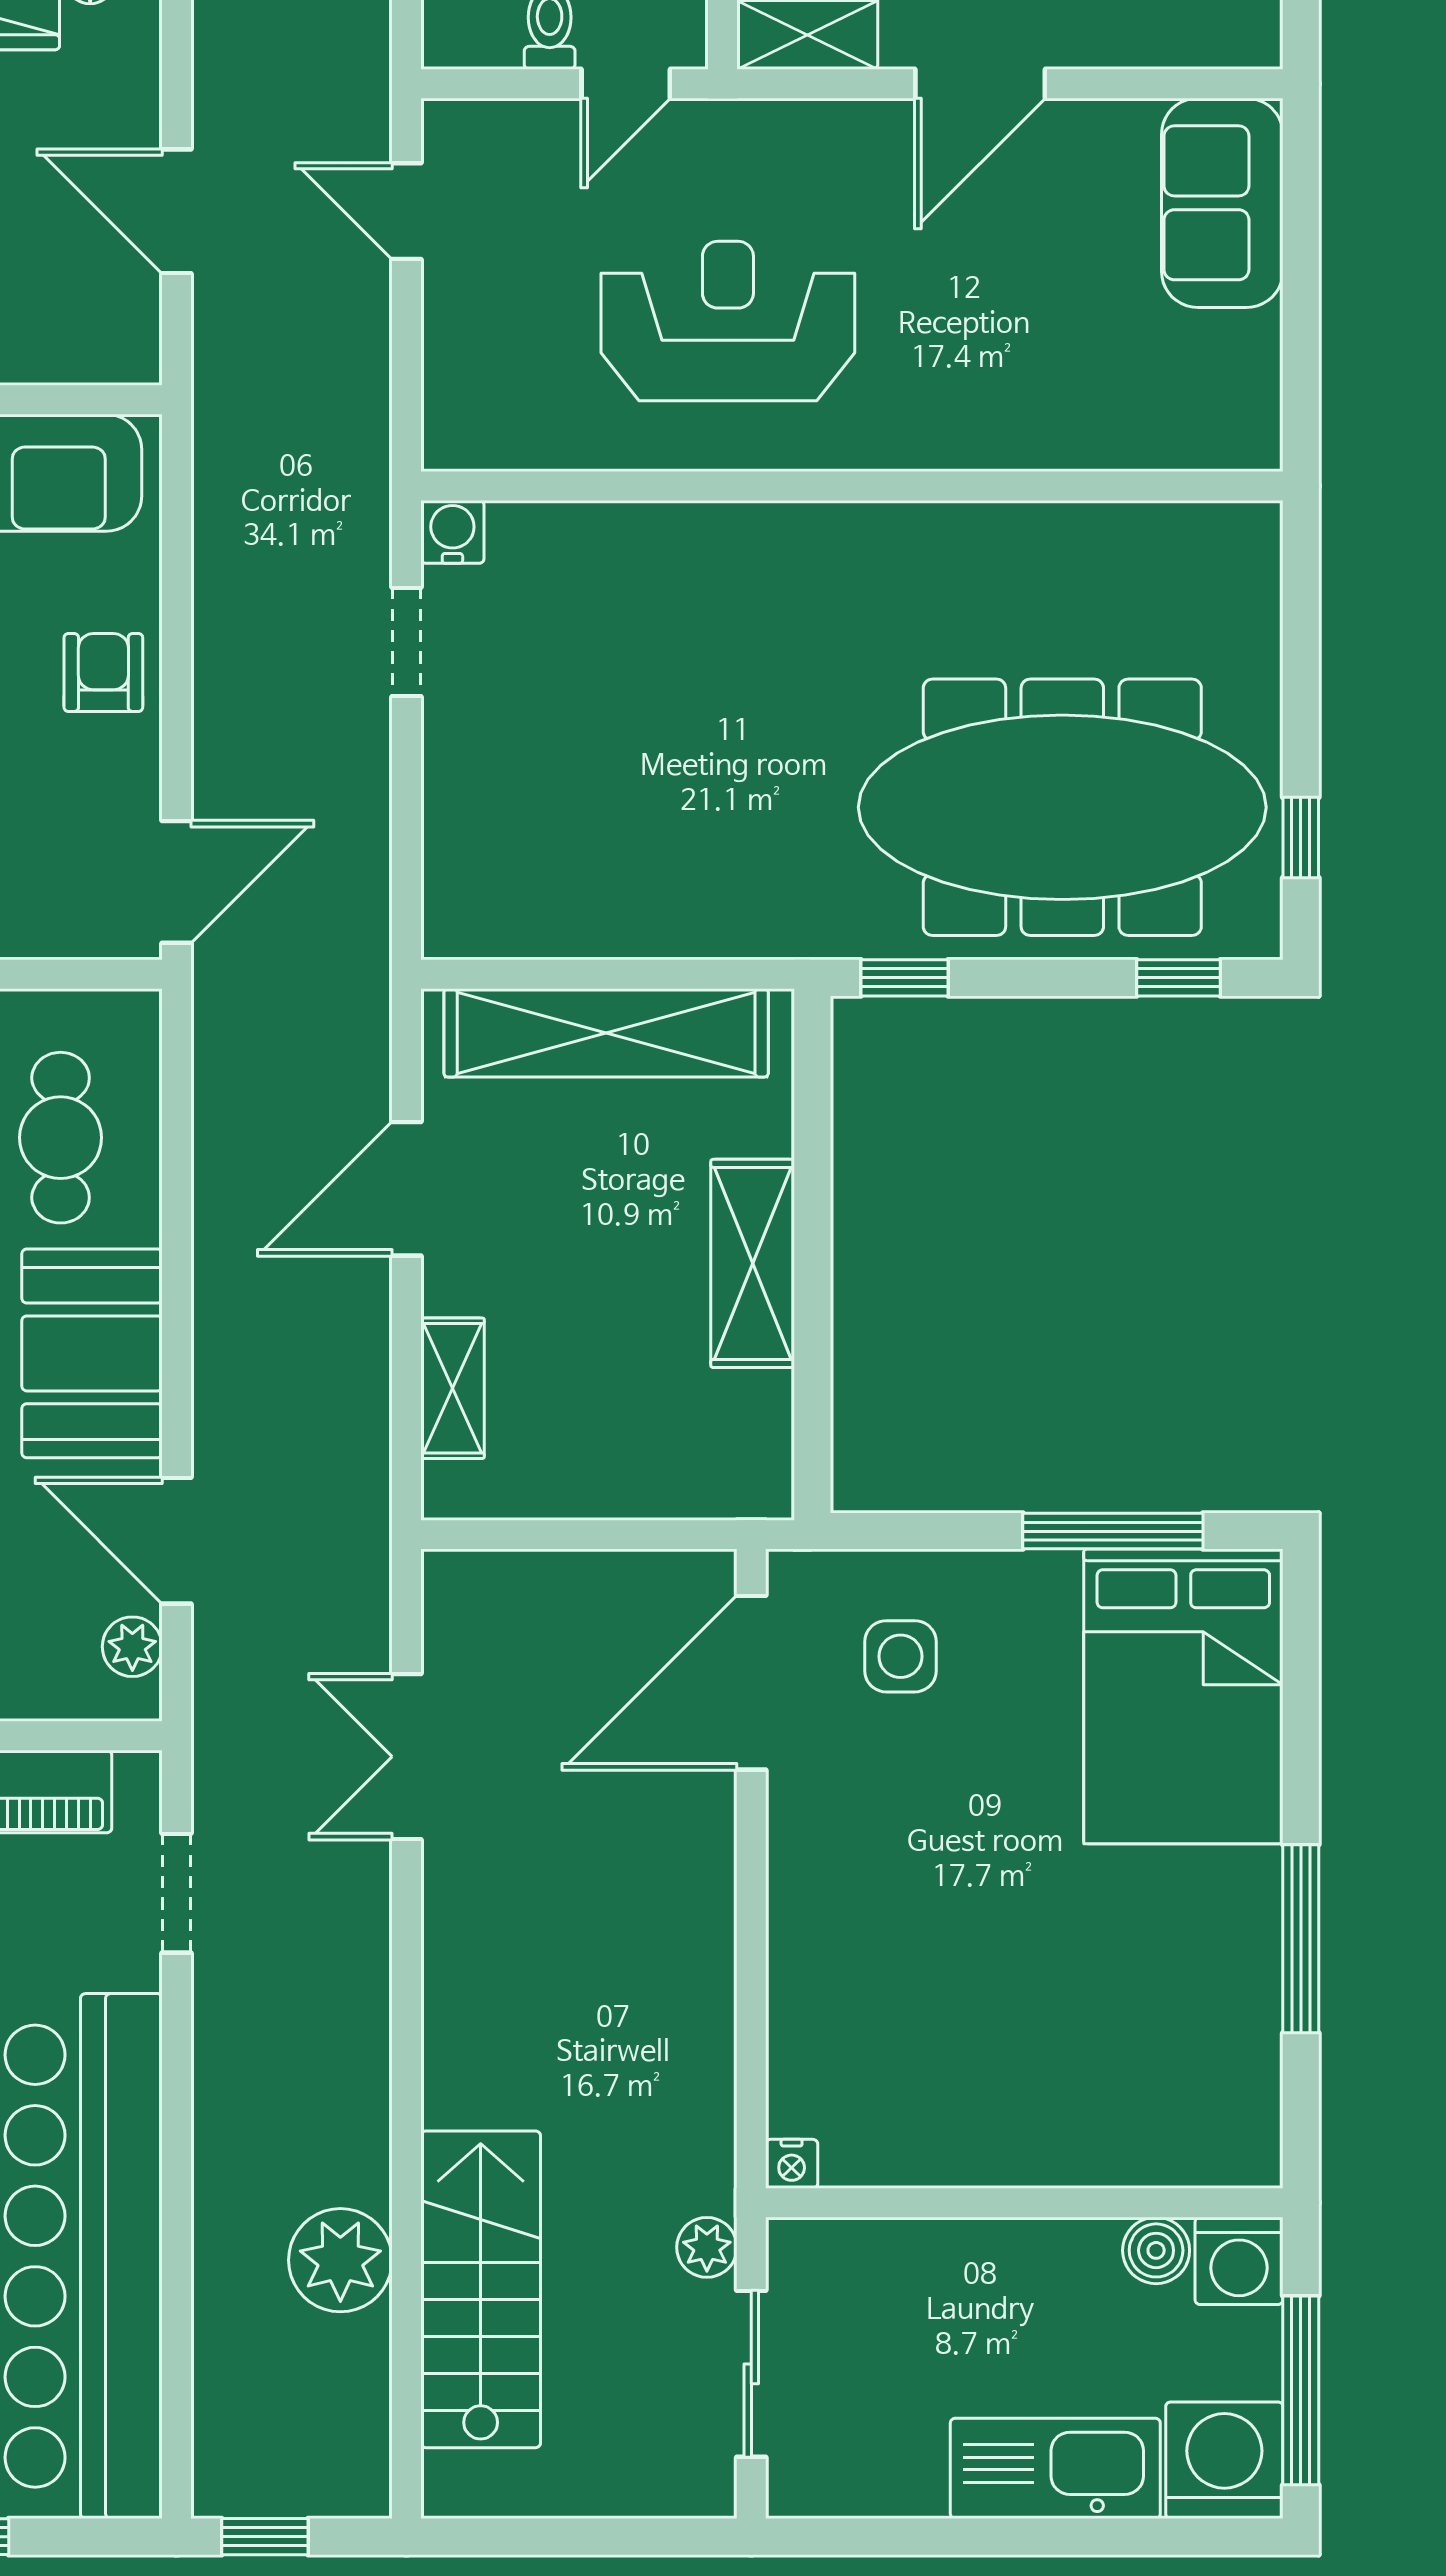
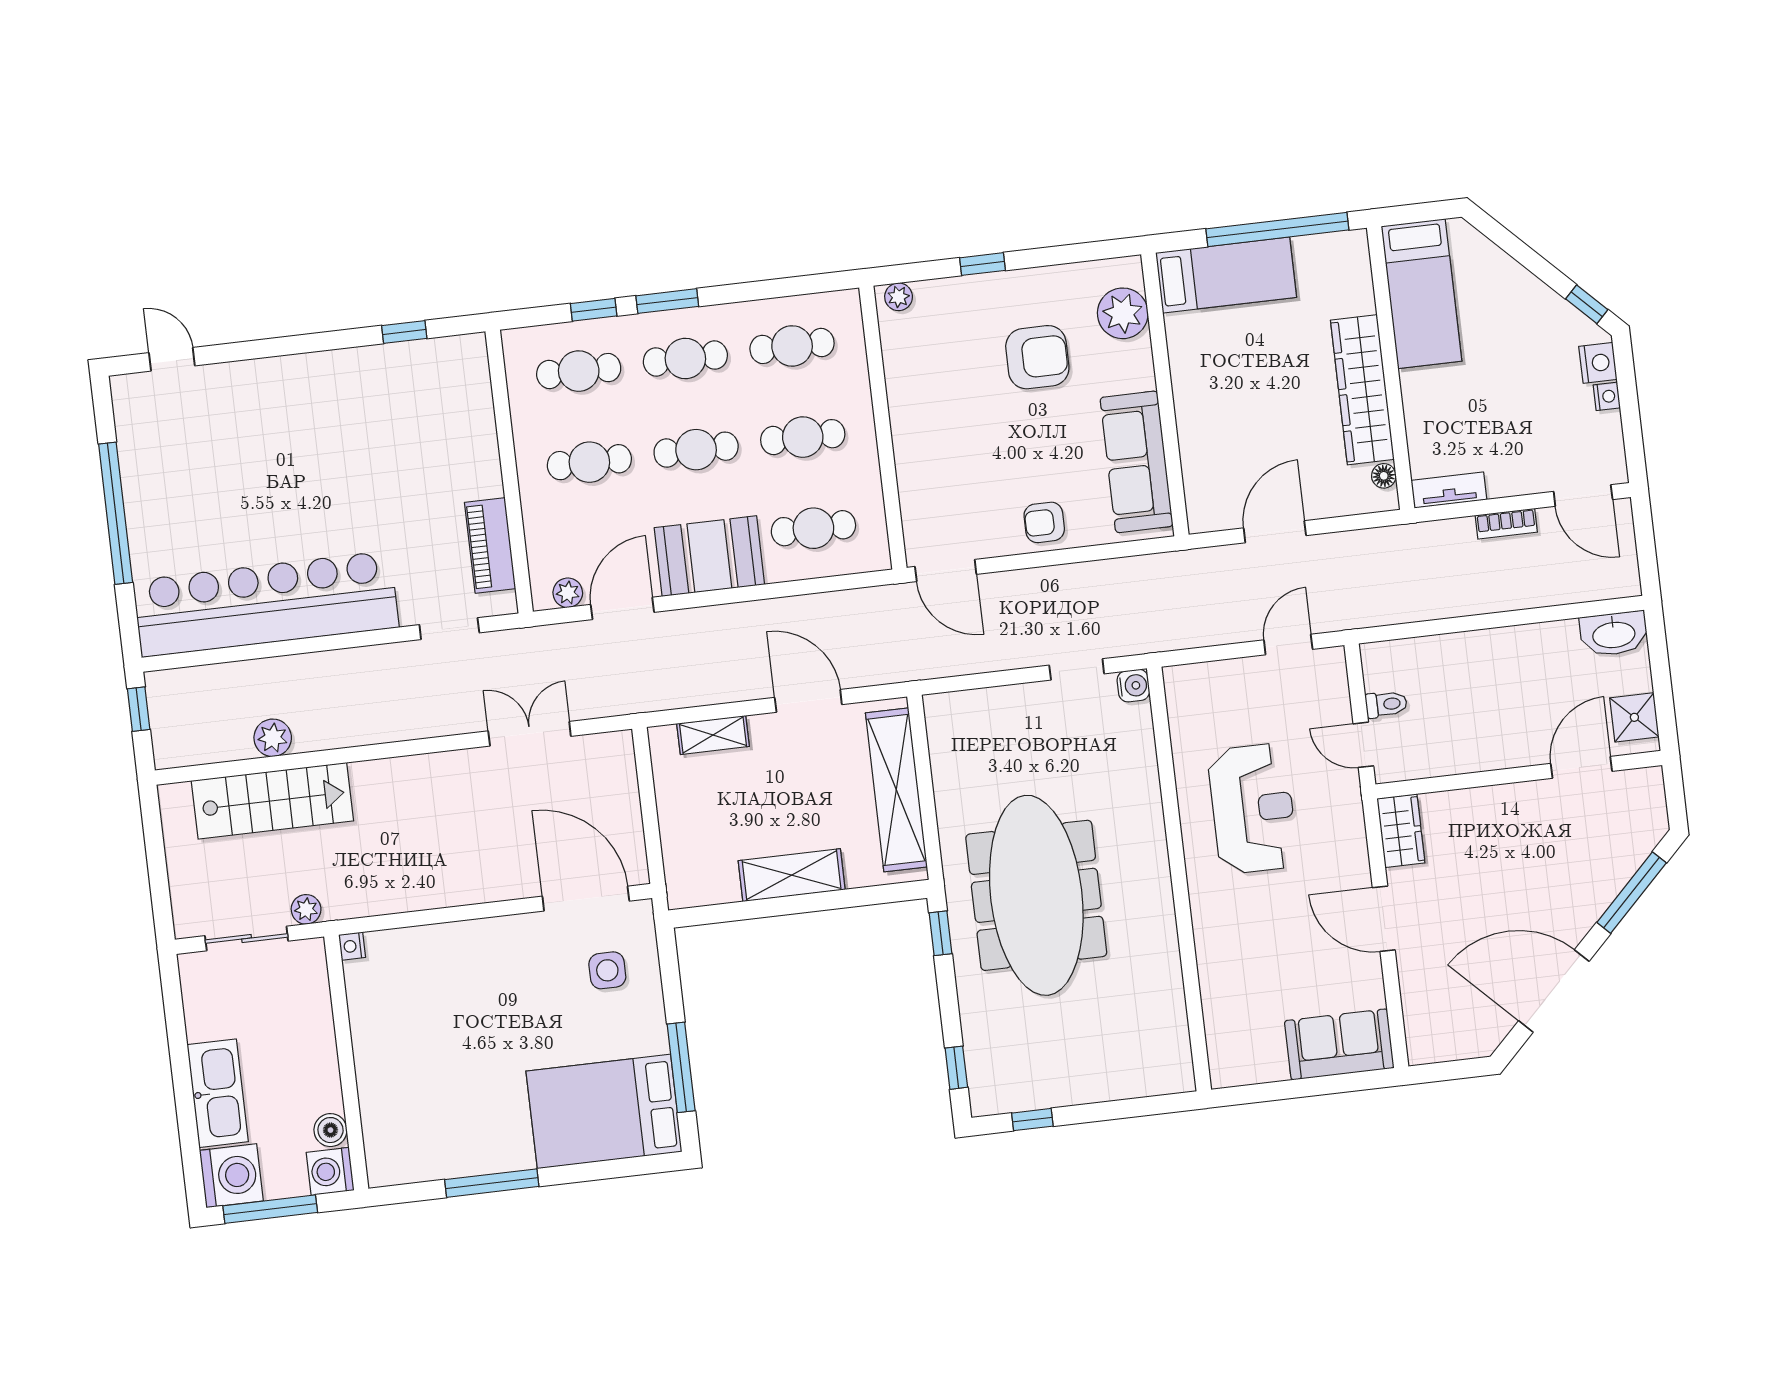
armchair: (103, 673) -> (1044, 522), turned 180
meeting table: (1062, 807) -> (1036, 895), moved
plant: (340, 2260) -> (273, 738), width x0.73, depth x0.73

